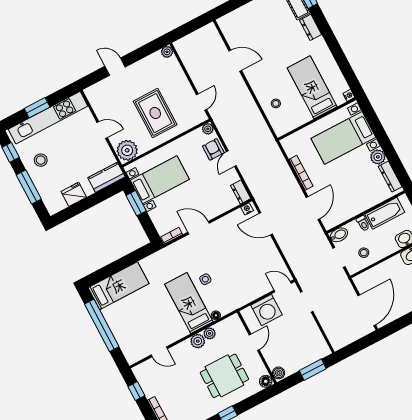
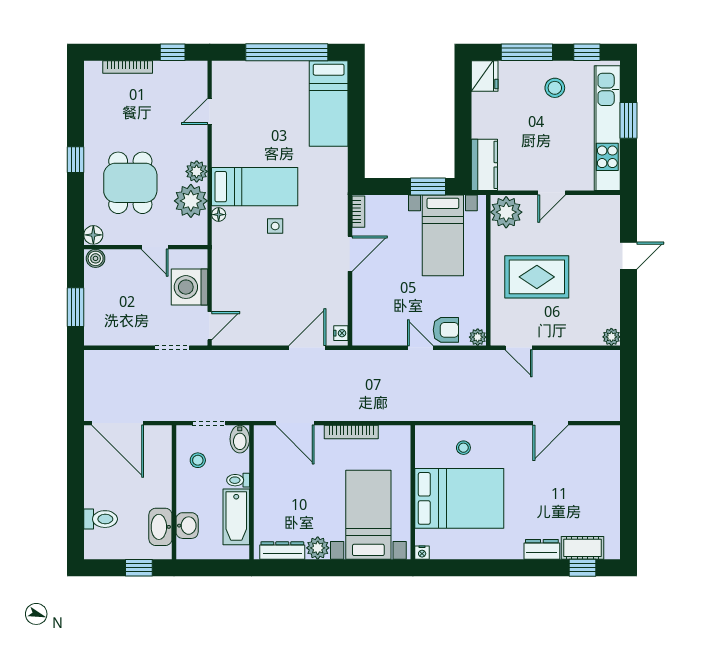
bed: (312, 87) -> (459, 498), width x1.50
dresser: (241, 192) -> (368, 336), removed
fridge: (74, 194) -> (485, 76), moved
plant: (210, 333) -> (191, 201), width x1.87, depth x1.87

